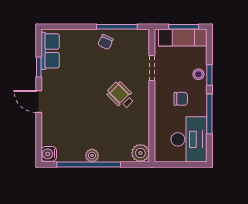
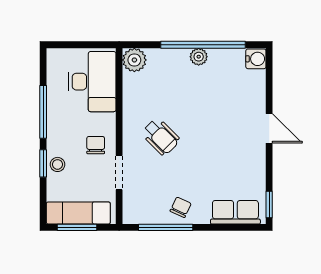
row of seats: (50, 51) -> (235, 212), moved, turned 90
window: (39, 67) -> (269, 204), moved
chair: (181, 99) -> (96, 145), moved, turned 90
desk: (189, 139) -> (92, 82), moved, turned 180

